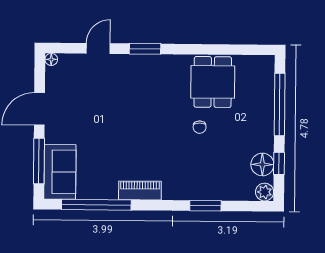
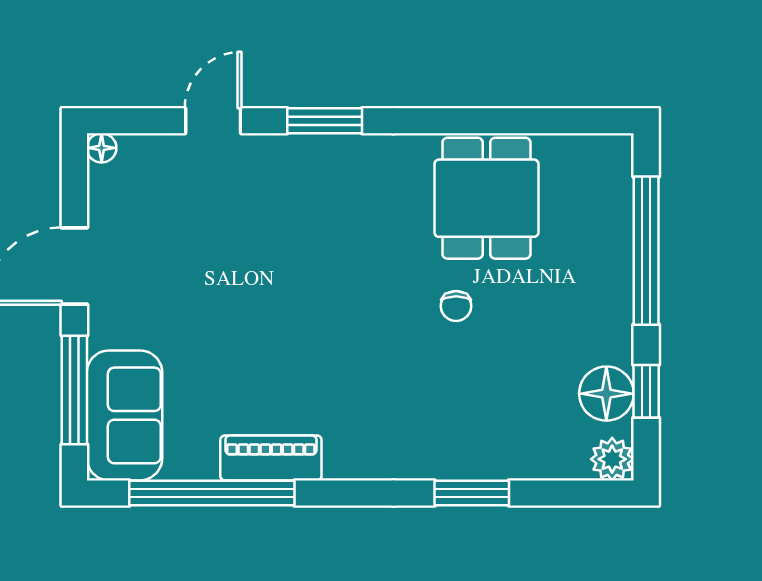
piano: (140, 190) -> (271, 458), moved

